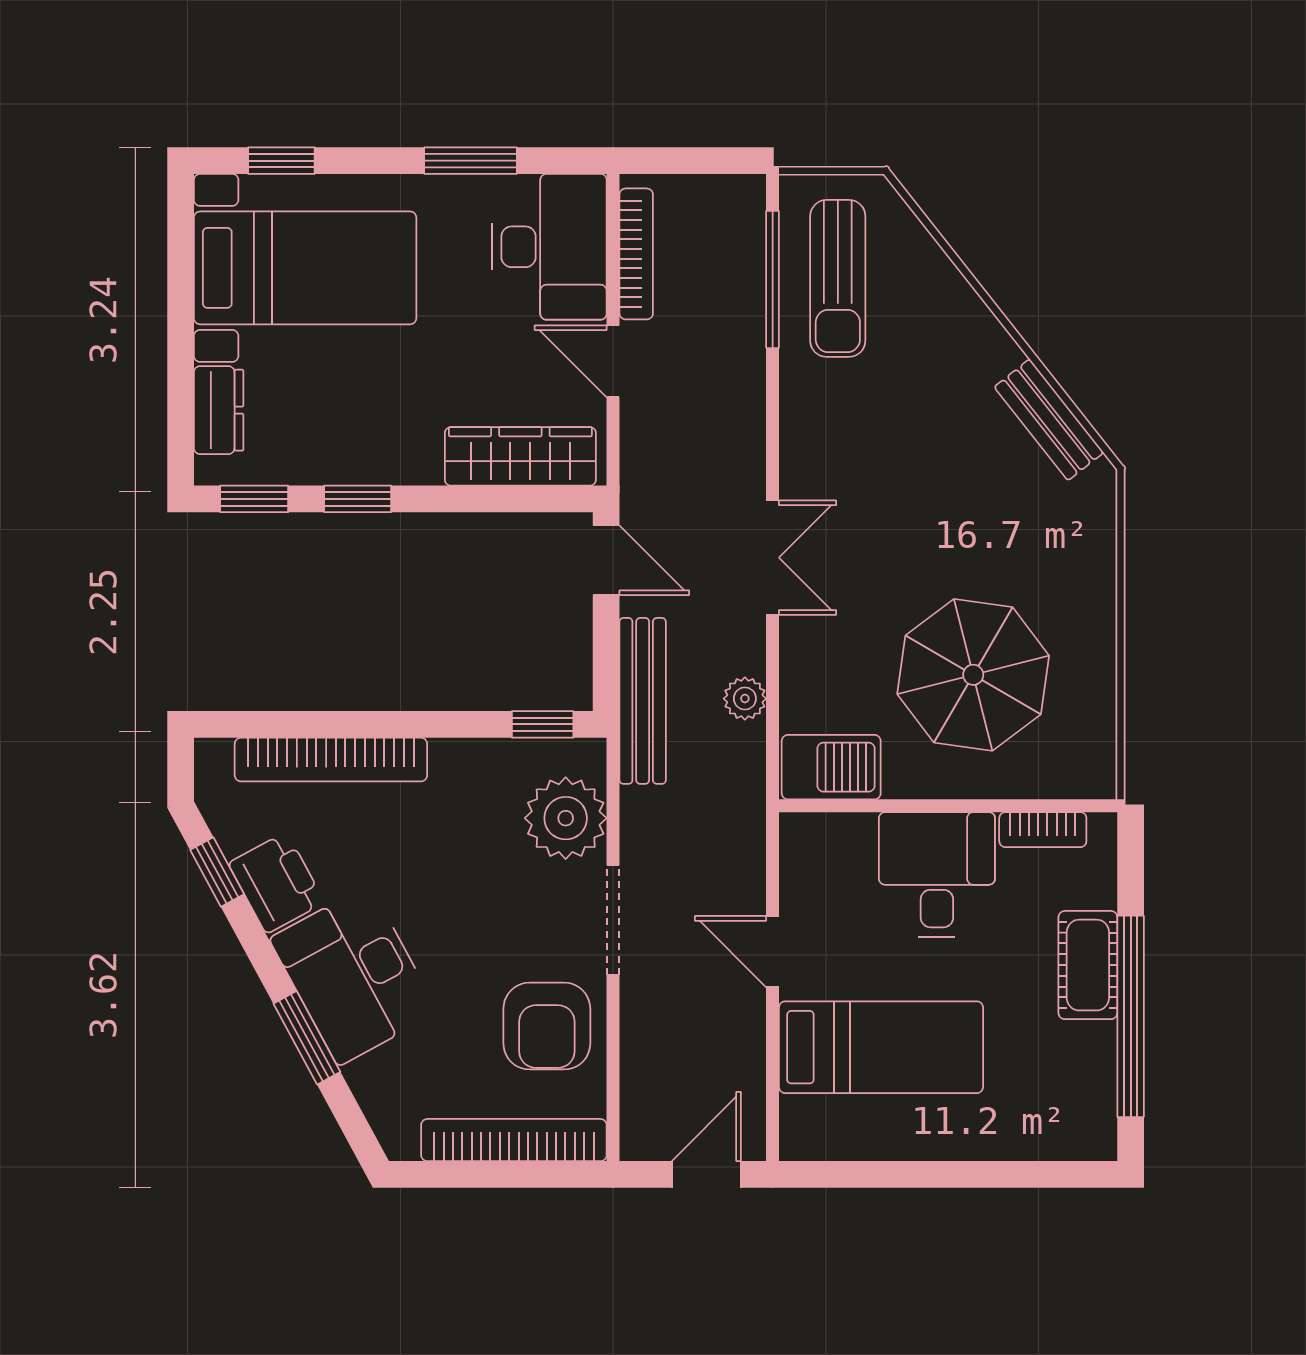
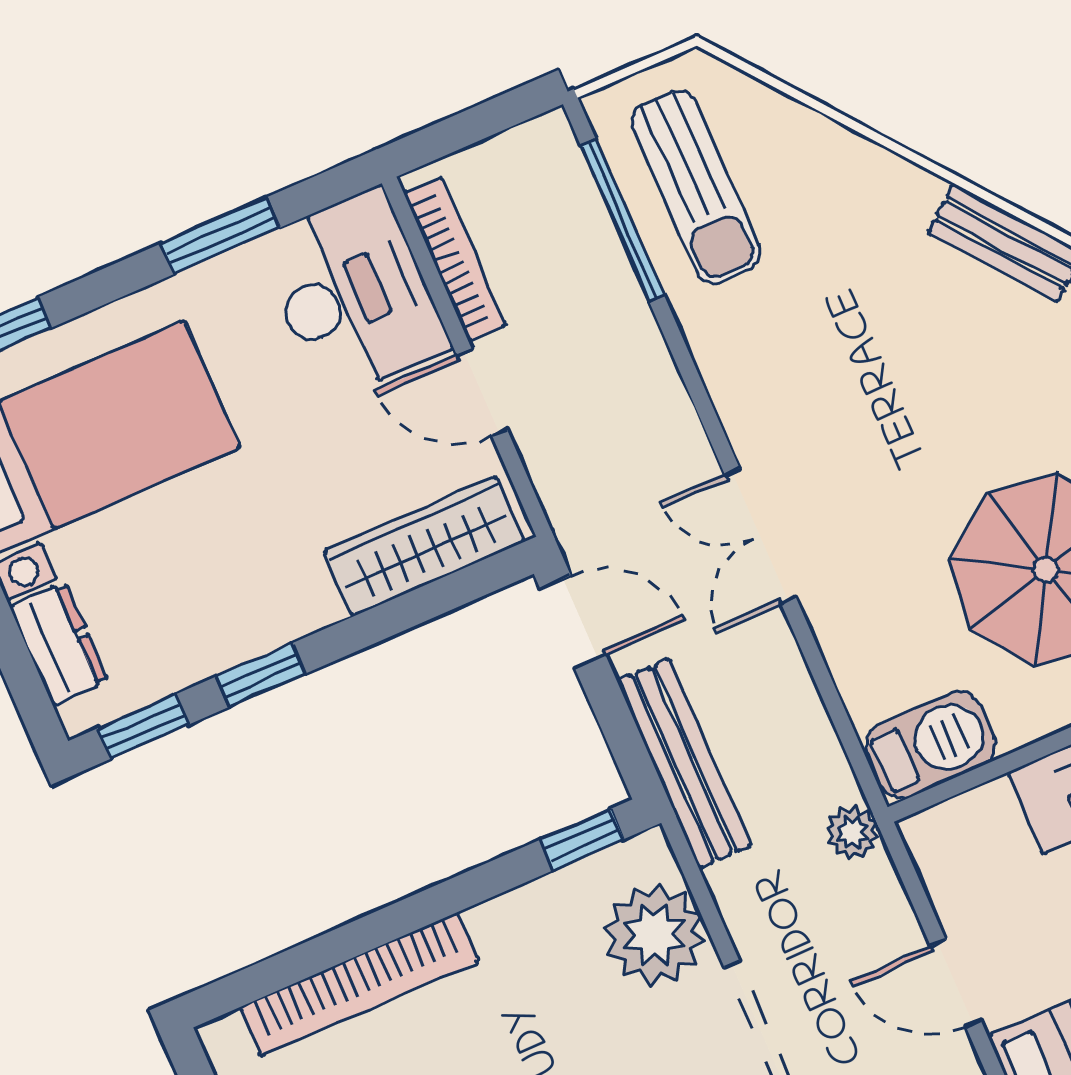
double door: (773, 558) -> (760, 536), swing flipped
plant: (745, 699) -> (853, 833), moved

